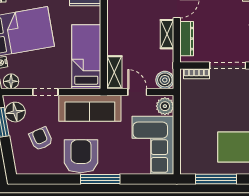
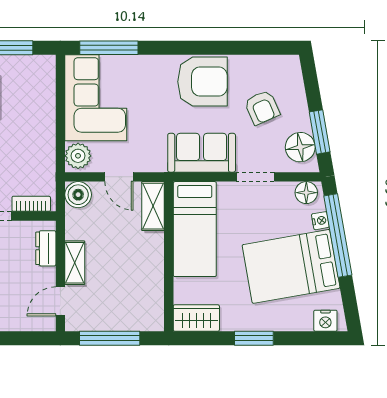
dresser: (187, 39) -> (46, 248), width x0.70
sofa: (90, 108) -> (202, 153), width x0.73
armchair: (81, 156) -> (202, 82), turned -90
window: (100, 179) -> (109, 48), moved

